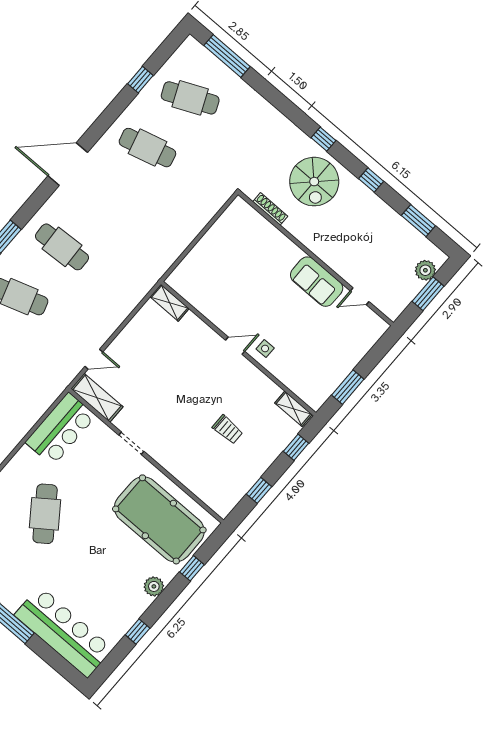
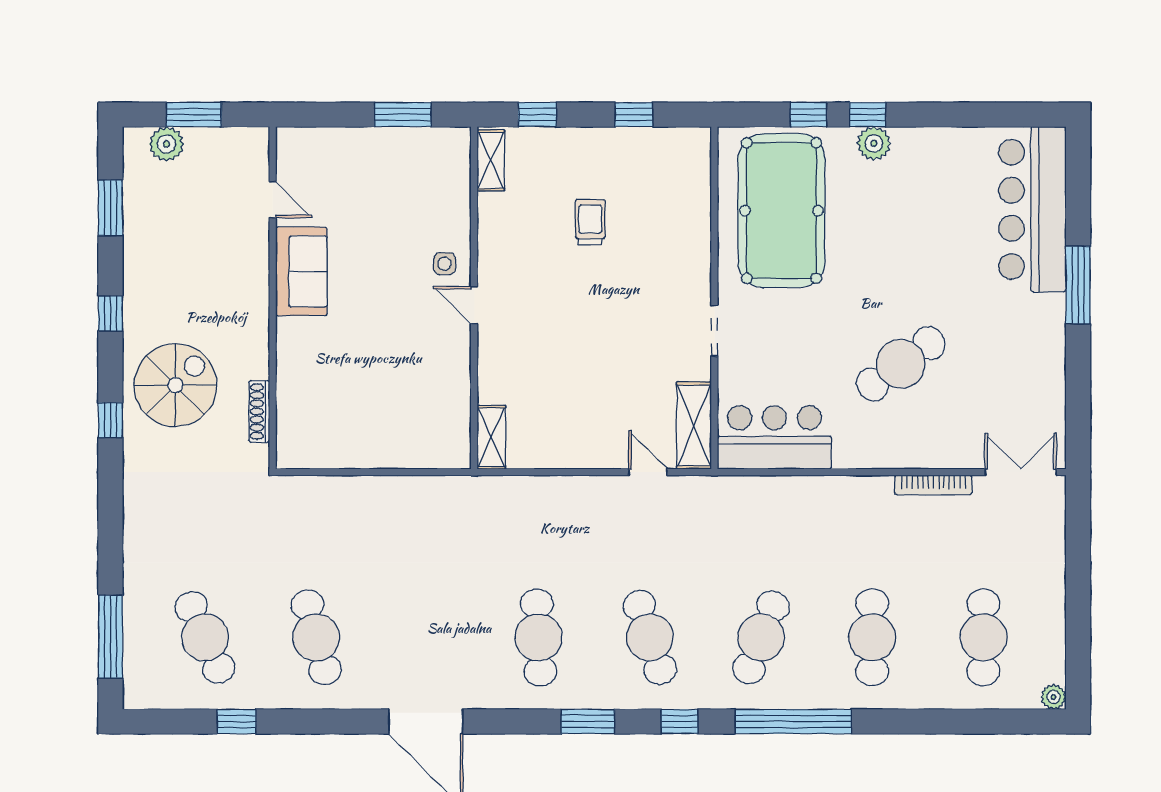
window: (138, 631) -> (867, 115), moved

